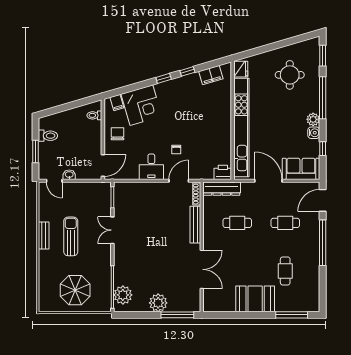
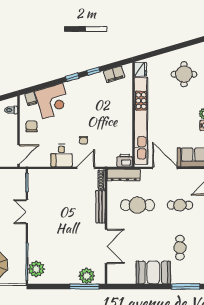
cafe table: (237, 223) -> (138, 205), width x1.37, depth x1.35
plant: (158, 303) -> (87, 276), moved

